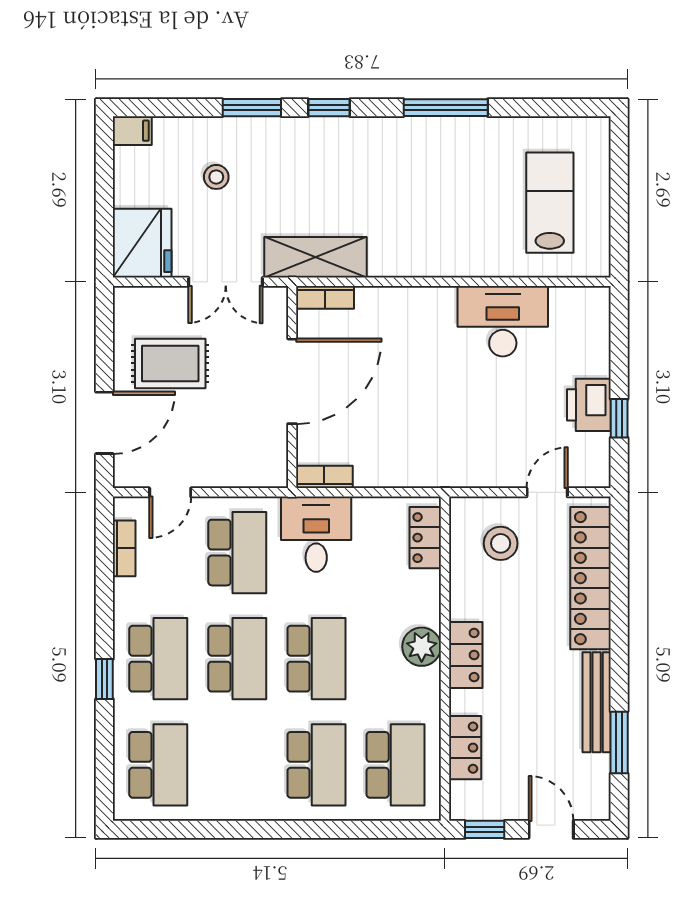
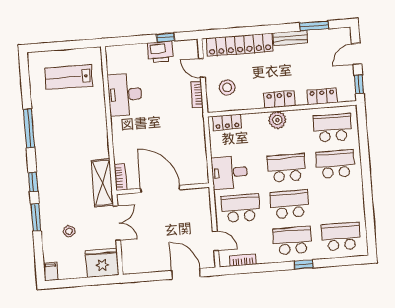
rug: (170, 363) -> (156, 246), removed
bookcase: (324, 477) -> (197, 95), moved
bench: (597, 702) -> (290, 38), width x0.73

